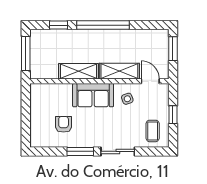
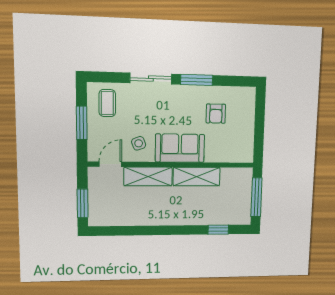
window: (103, 25) -> (167, 230), removed
door: (150, 81) -> (110, 164), swing flipped
window: (173, 115) -> (82, 123), width x1.50

